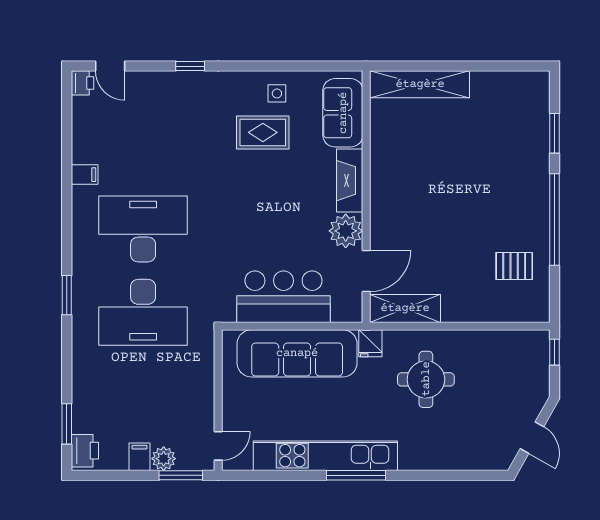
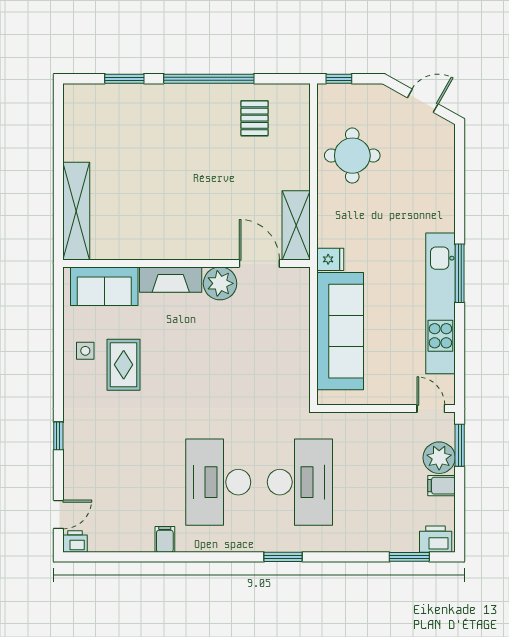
bar counter: (284, 297) -> (285, 344), removed
round table: (426, 379) -> (352, 156), moved
plant: (164, 459) -> (439, 458), width x1.36, depth x1.36

